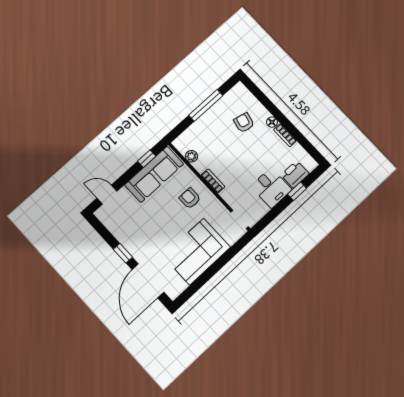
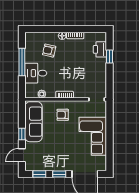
window: (147, 159) -> (22, 134), moved
desk: (271, 188) -> (36, 73), moved, turned 180
window: (103, 232) -> (39, 174), added

